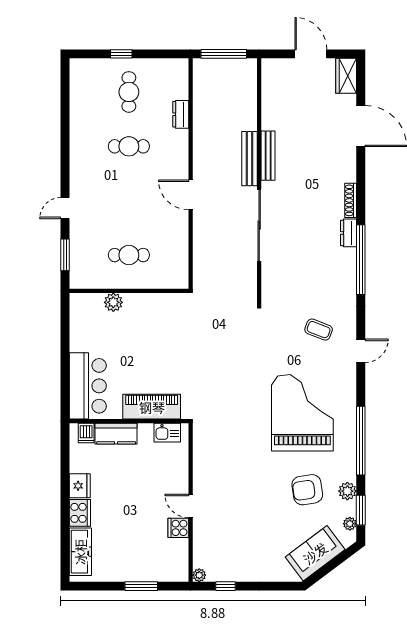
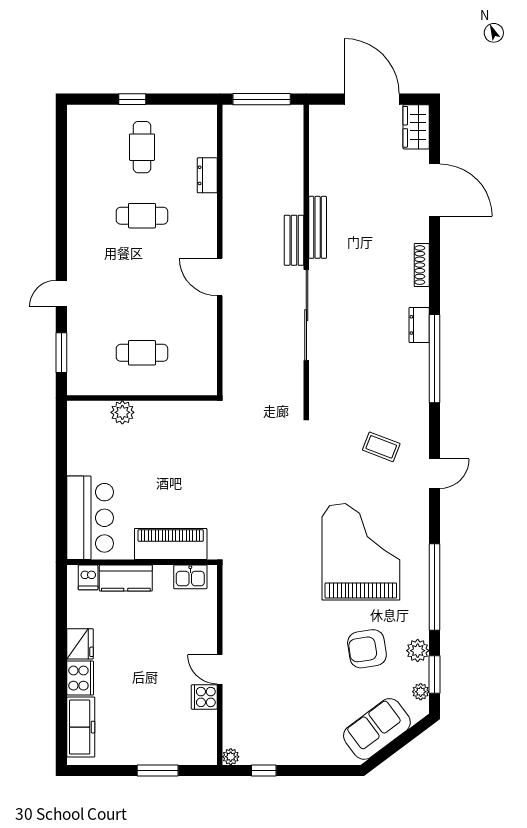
door: (311, 54) -> (372, 99), width x1.36
bench: (249, 159) -> (294, 240), width x0.73
shoe rack: (351, 200) -> (422, 265), moved

